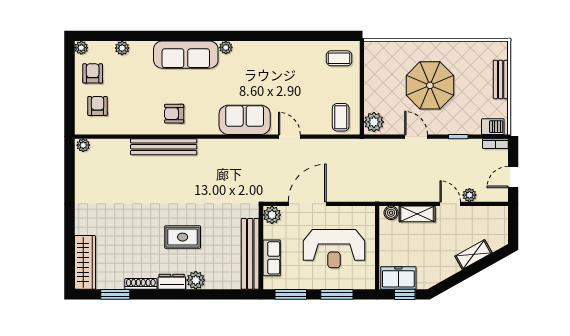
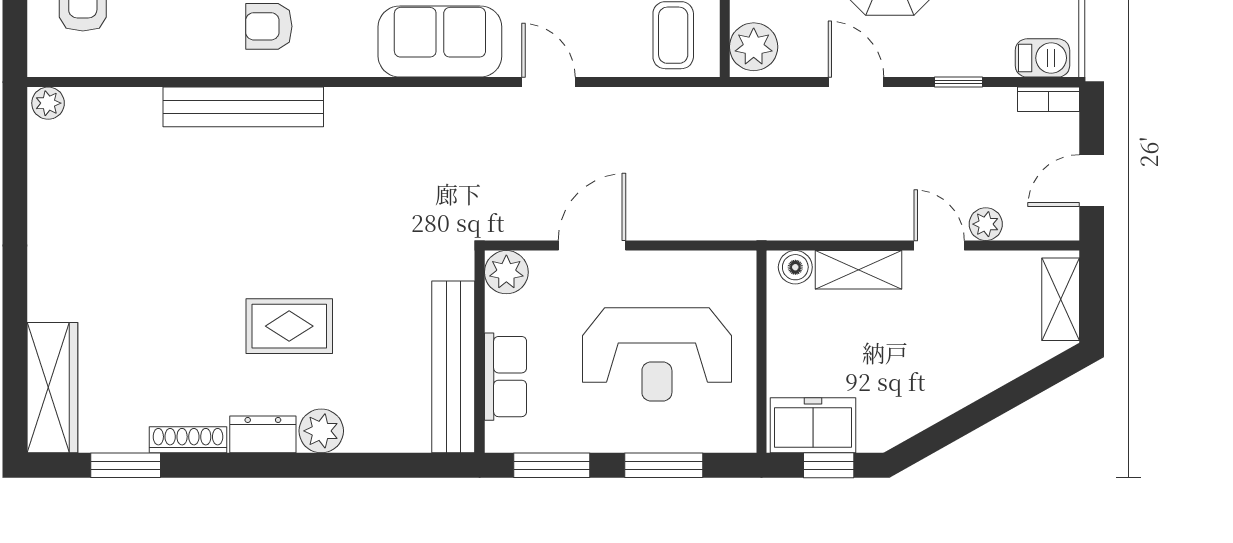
door: (307, 204) -> (592, 245), width x0.73
shelving: (473, 255) -> (1061, 299), moved, turned -61

